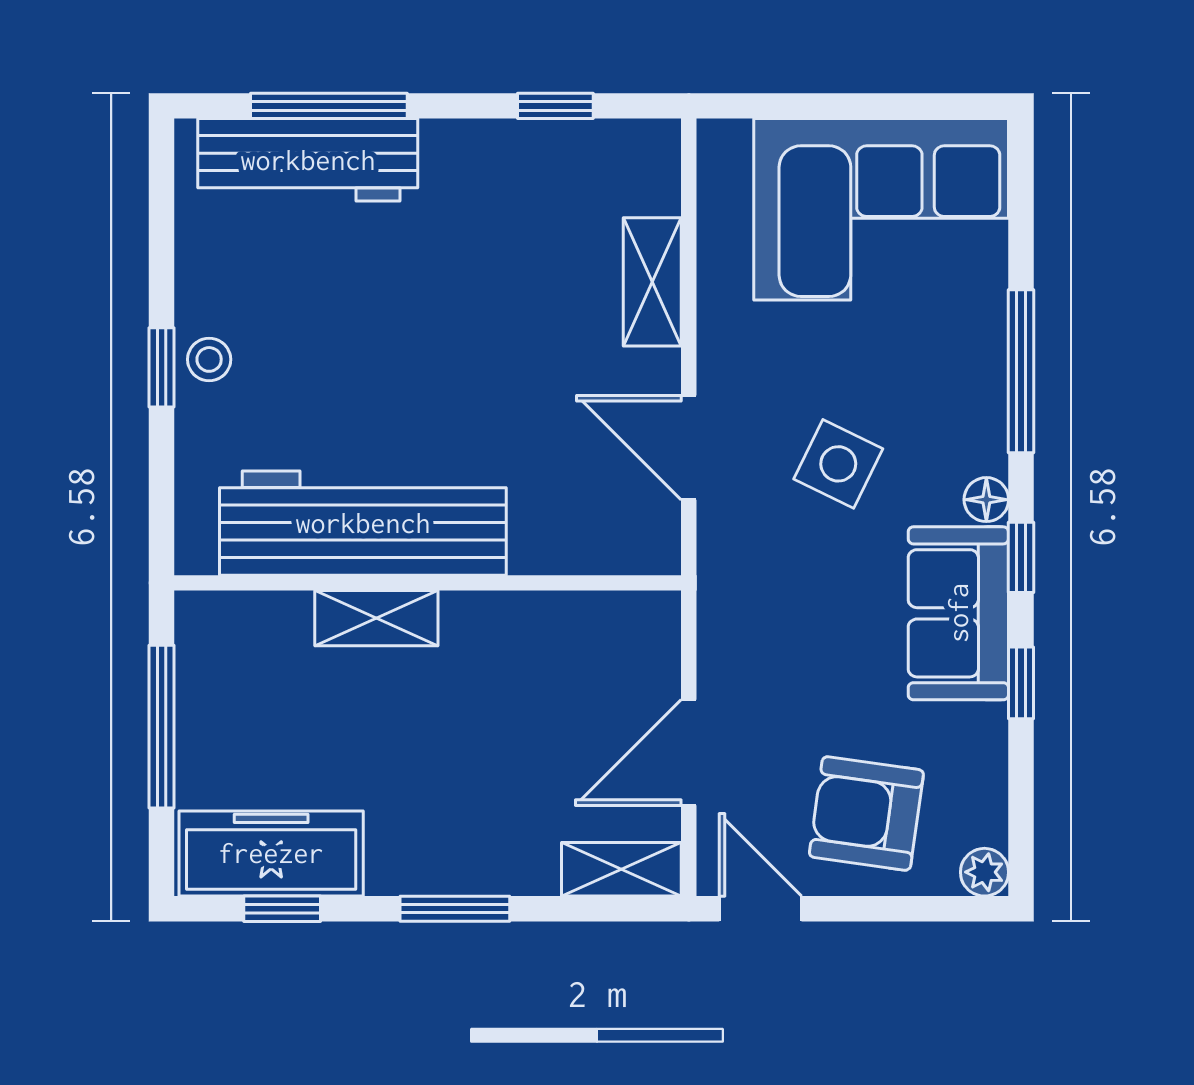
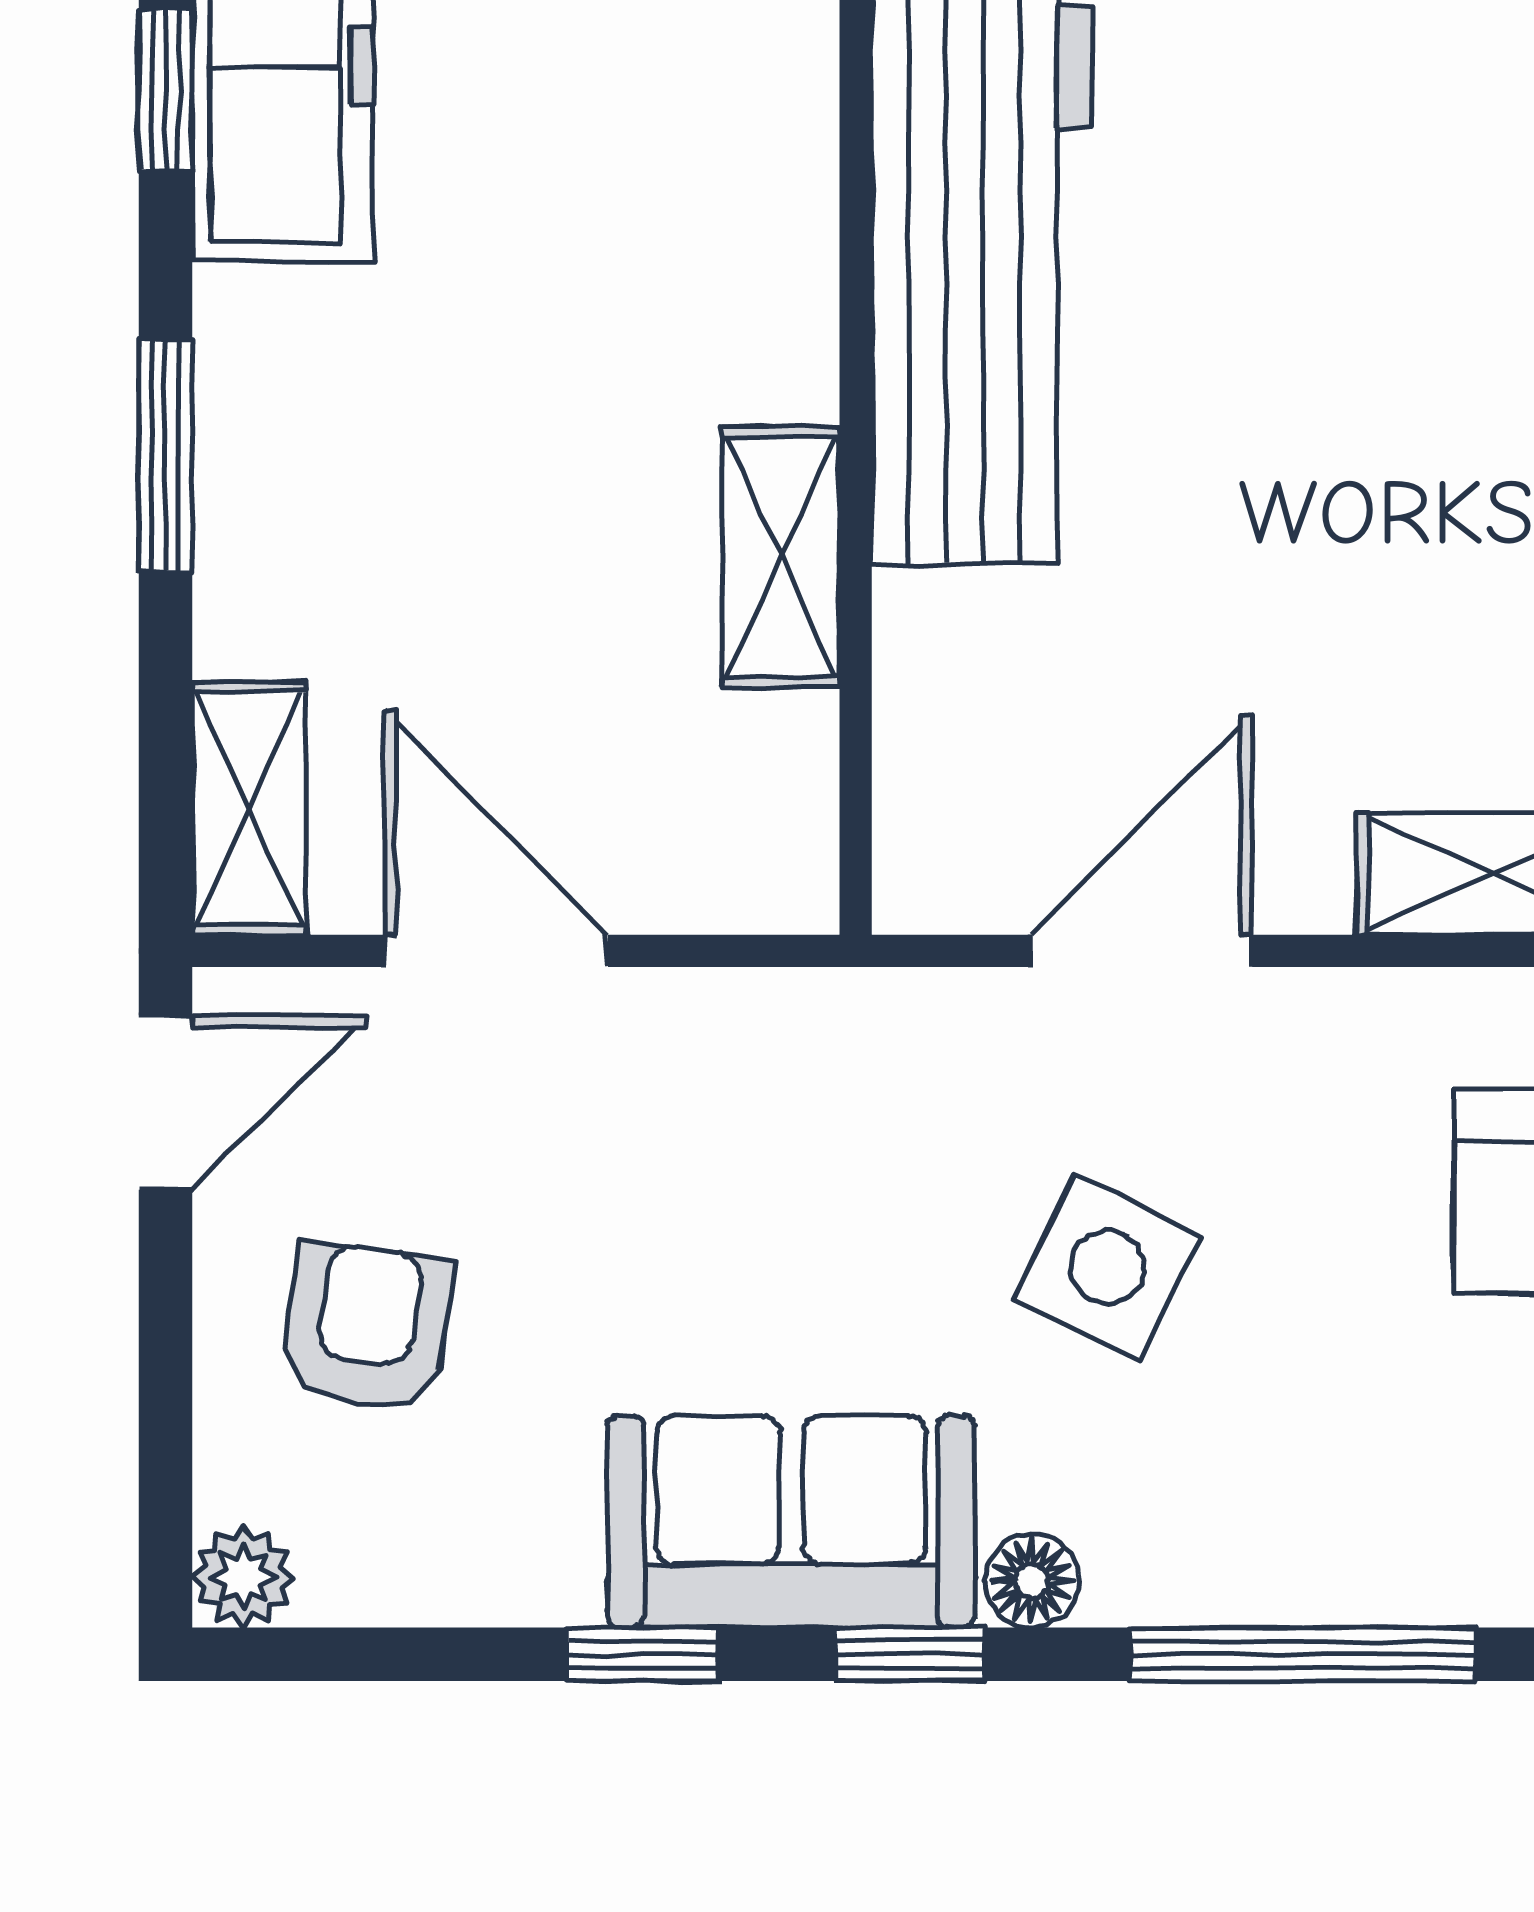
shelving: (376, 618) -> (781, 557), moved
armchair: (866, 813) -> (367, 1327), width x0.72, depth x0.72

